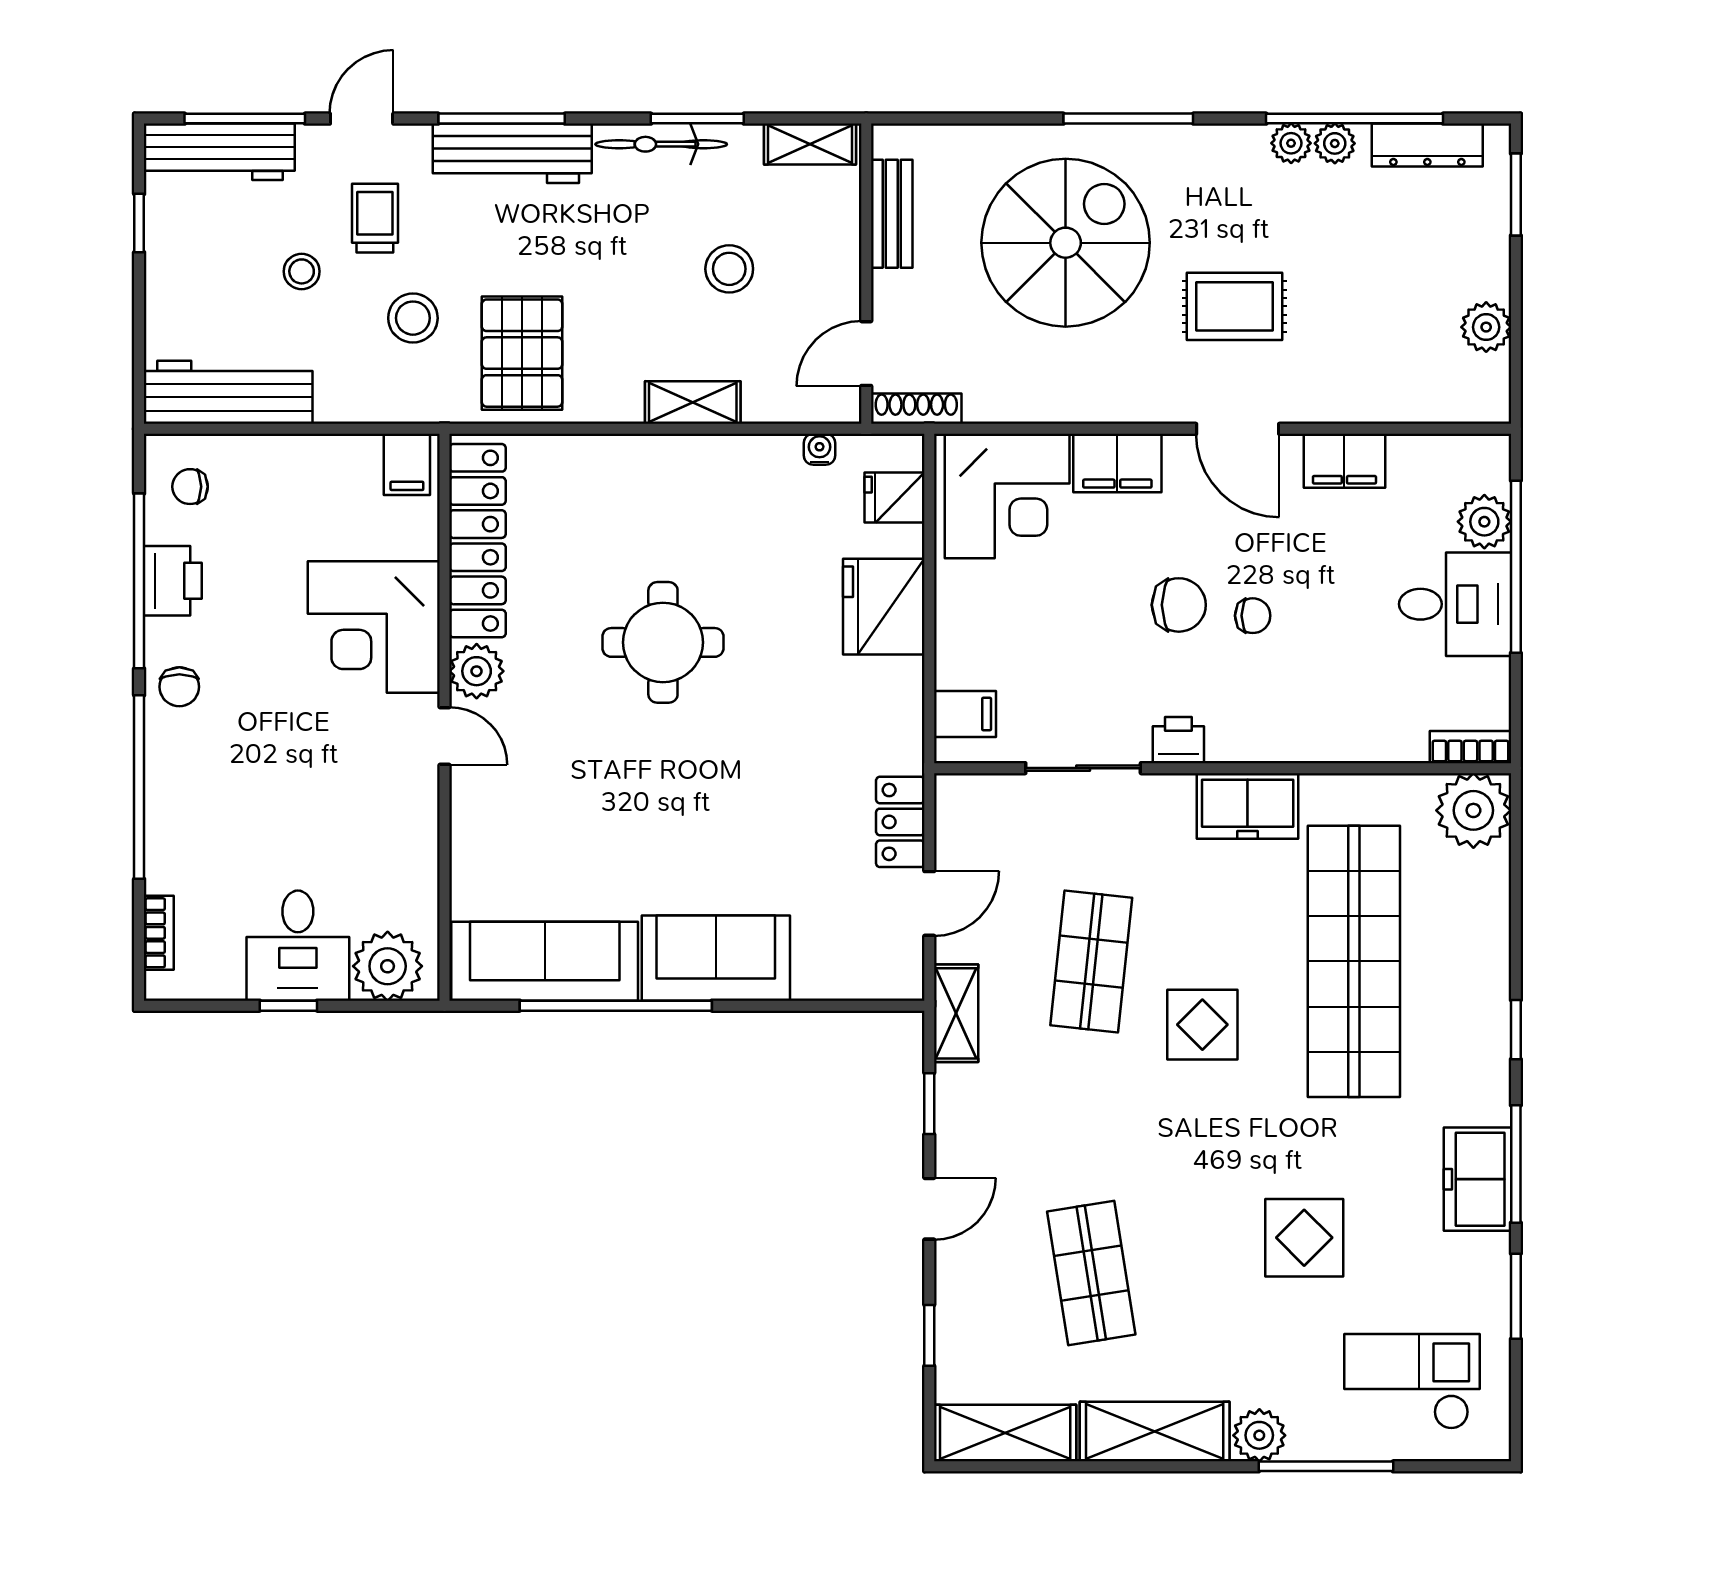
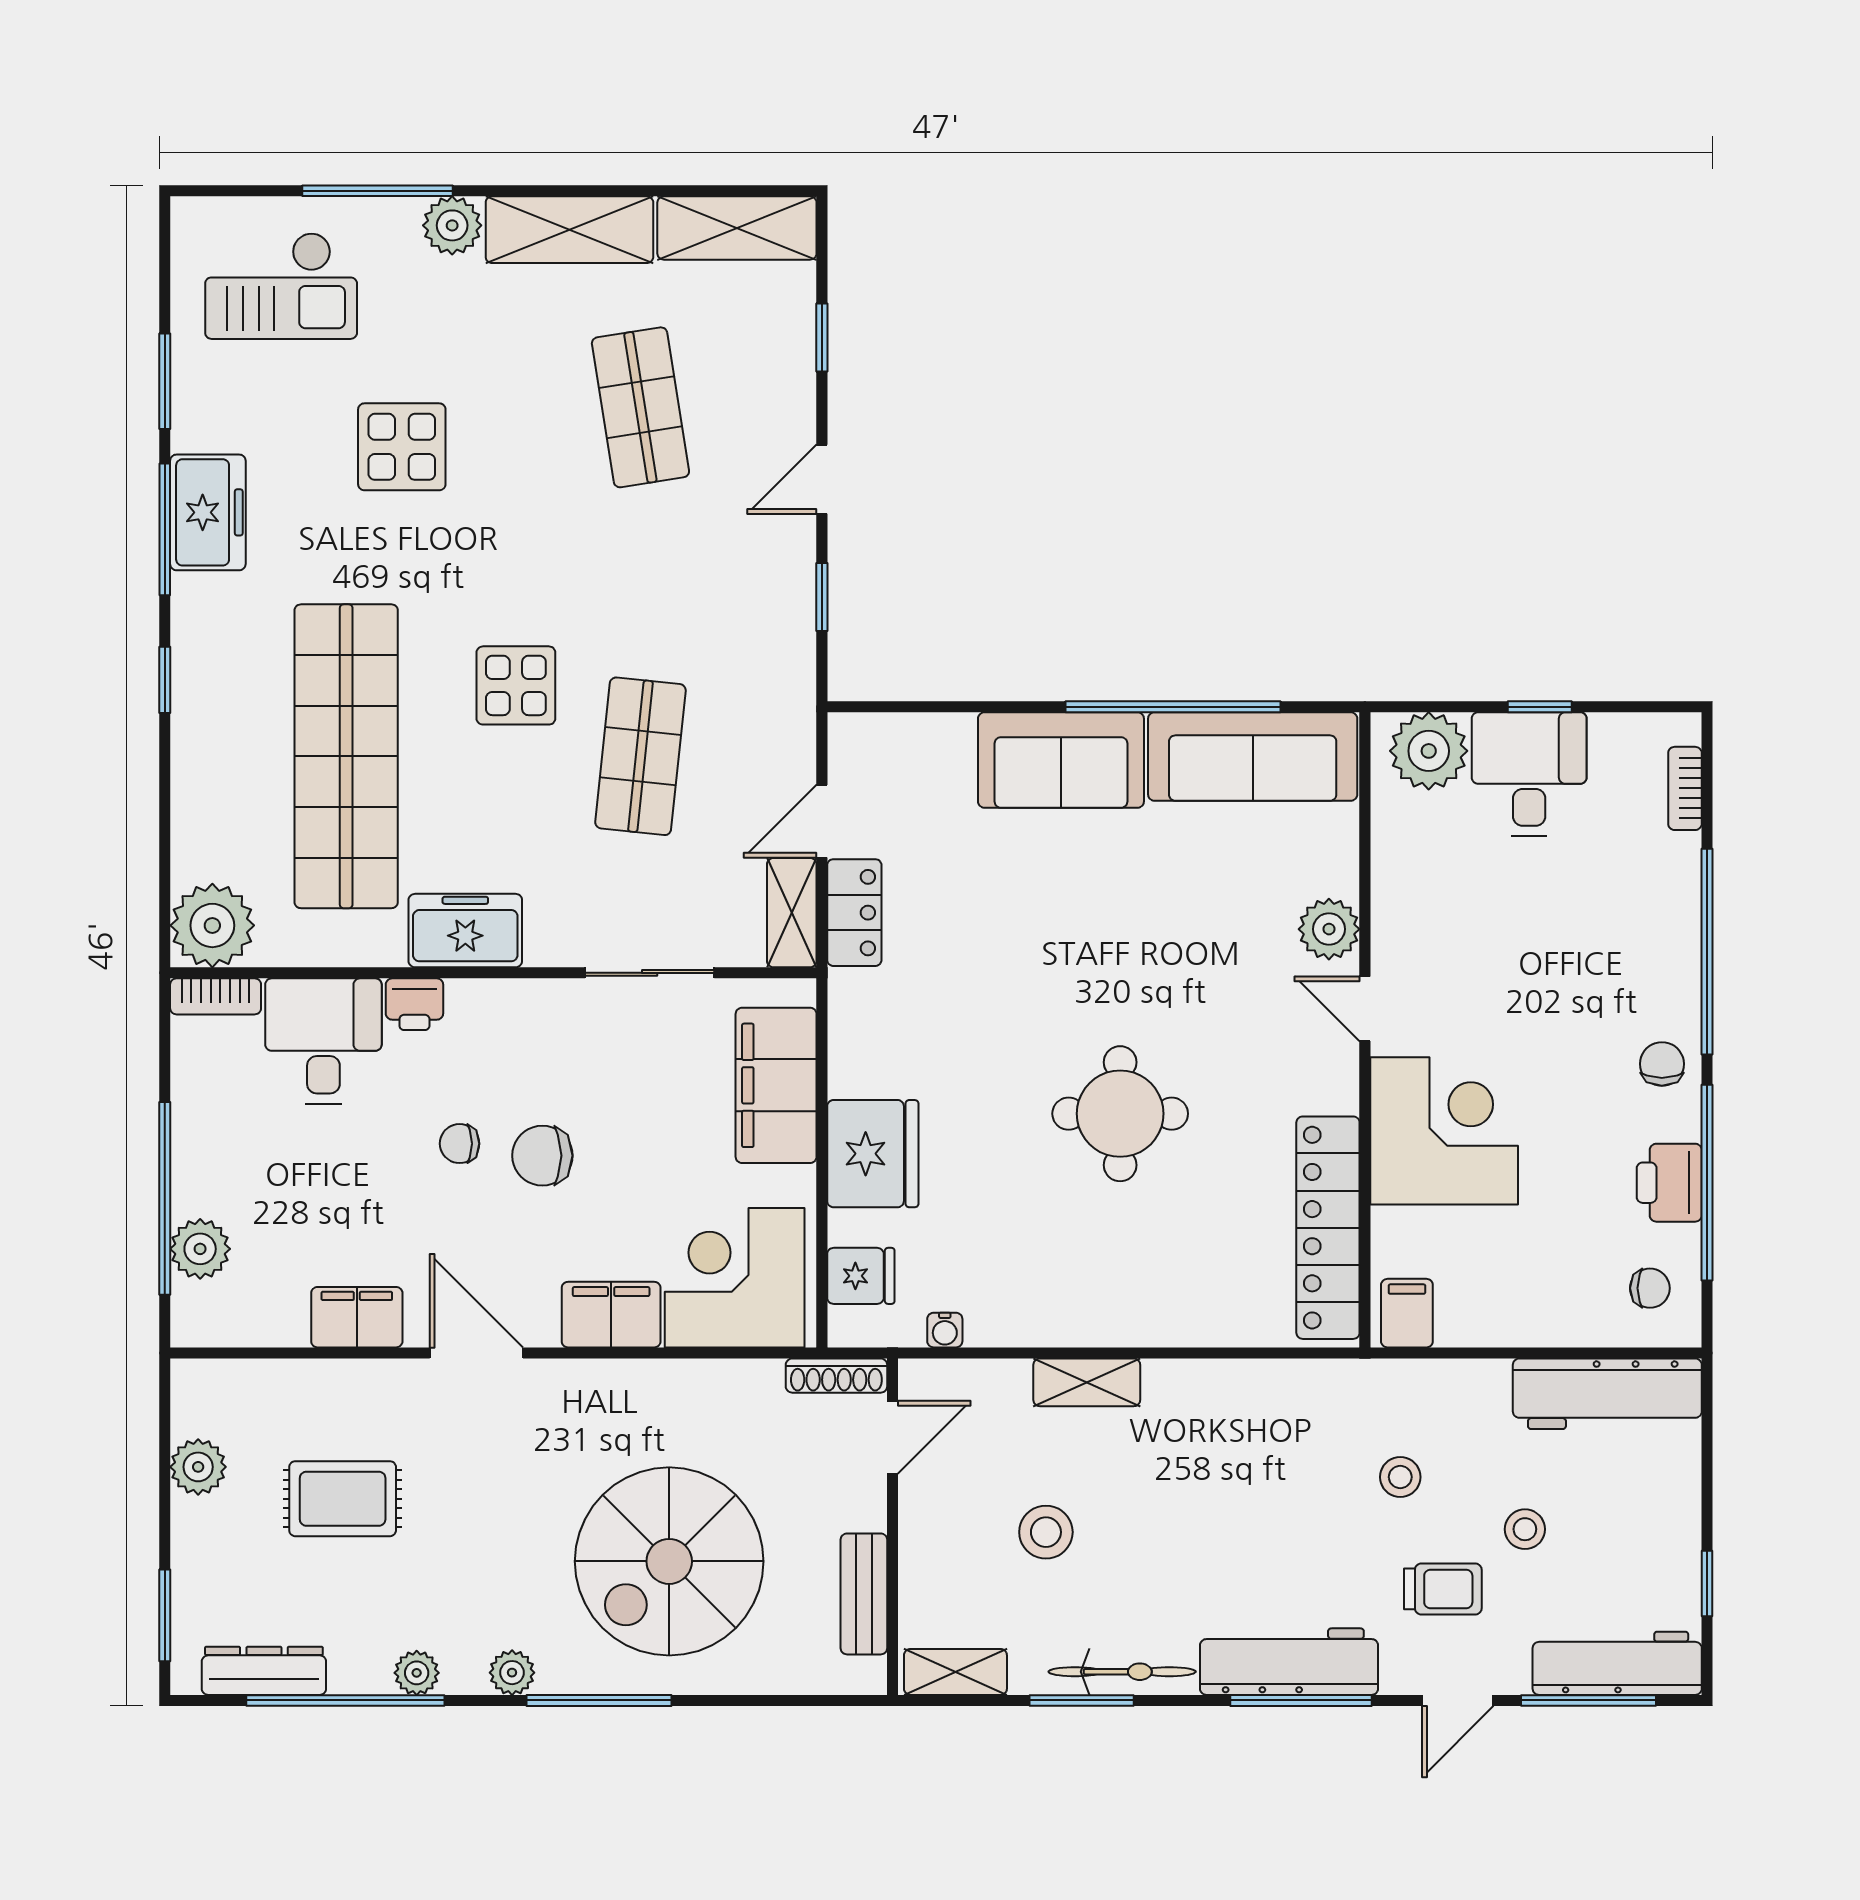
plant: (1335, 143) -> (512, 1673), moved
trolley: (375, 218) -> (1443, 1589), turned -90
rug: (1234, 306) -> (343, 1499), moved
stool: (413, 318) -> (1400, 1477), width x0.73, depth x0.73
pallet: (522, 353) -> (1278, 1438), removed
desk: (1455, 604) -> (323, 1041), moved, turned 90
plant: (477, 671) -> (1329, 929), moved
filing cabinet: (965, 714) -> (776, 1085), width x3.00, depth x1.17
printer: (1178, 740) -> (414, 1004), moved
shelving: (956, 1013) -> (792, 913), moved

